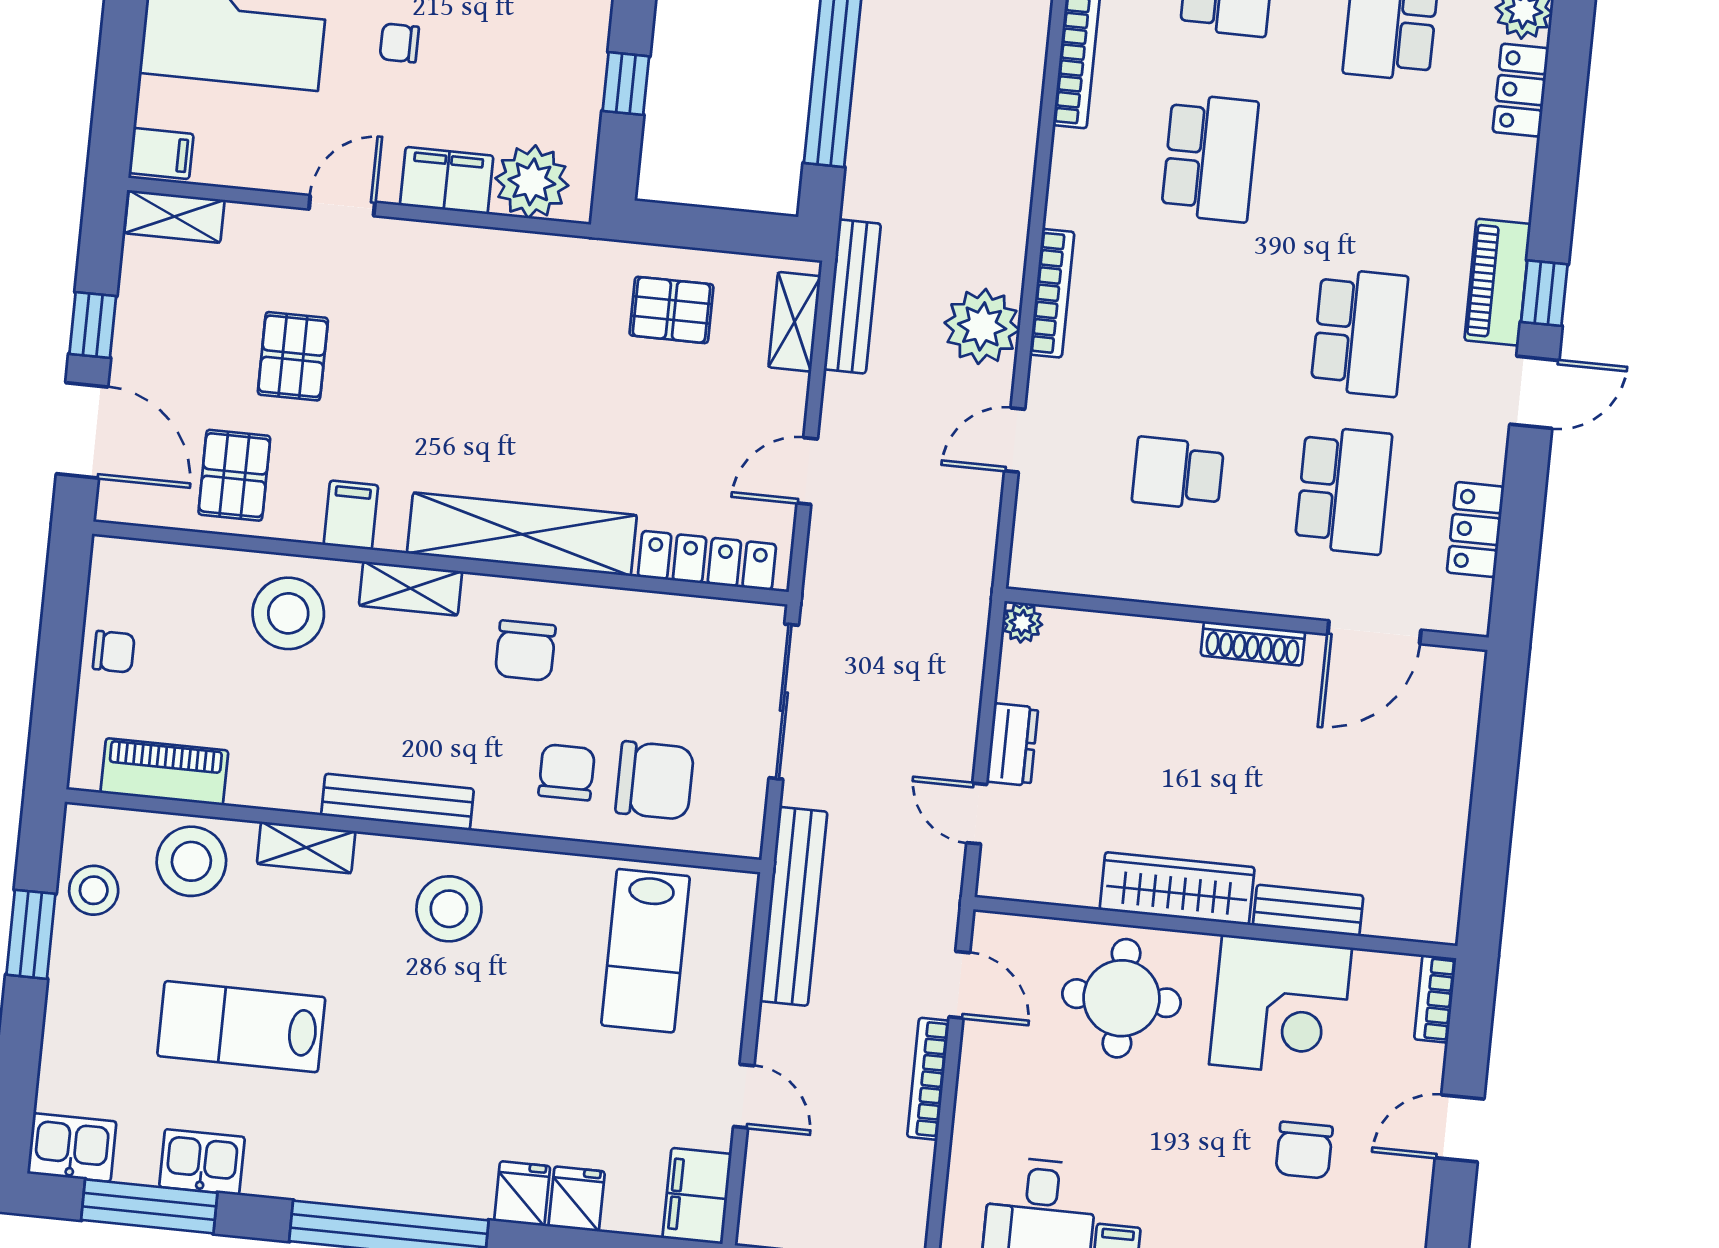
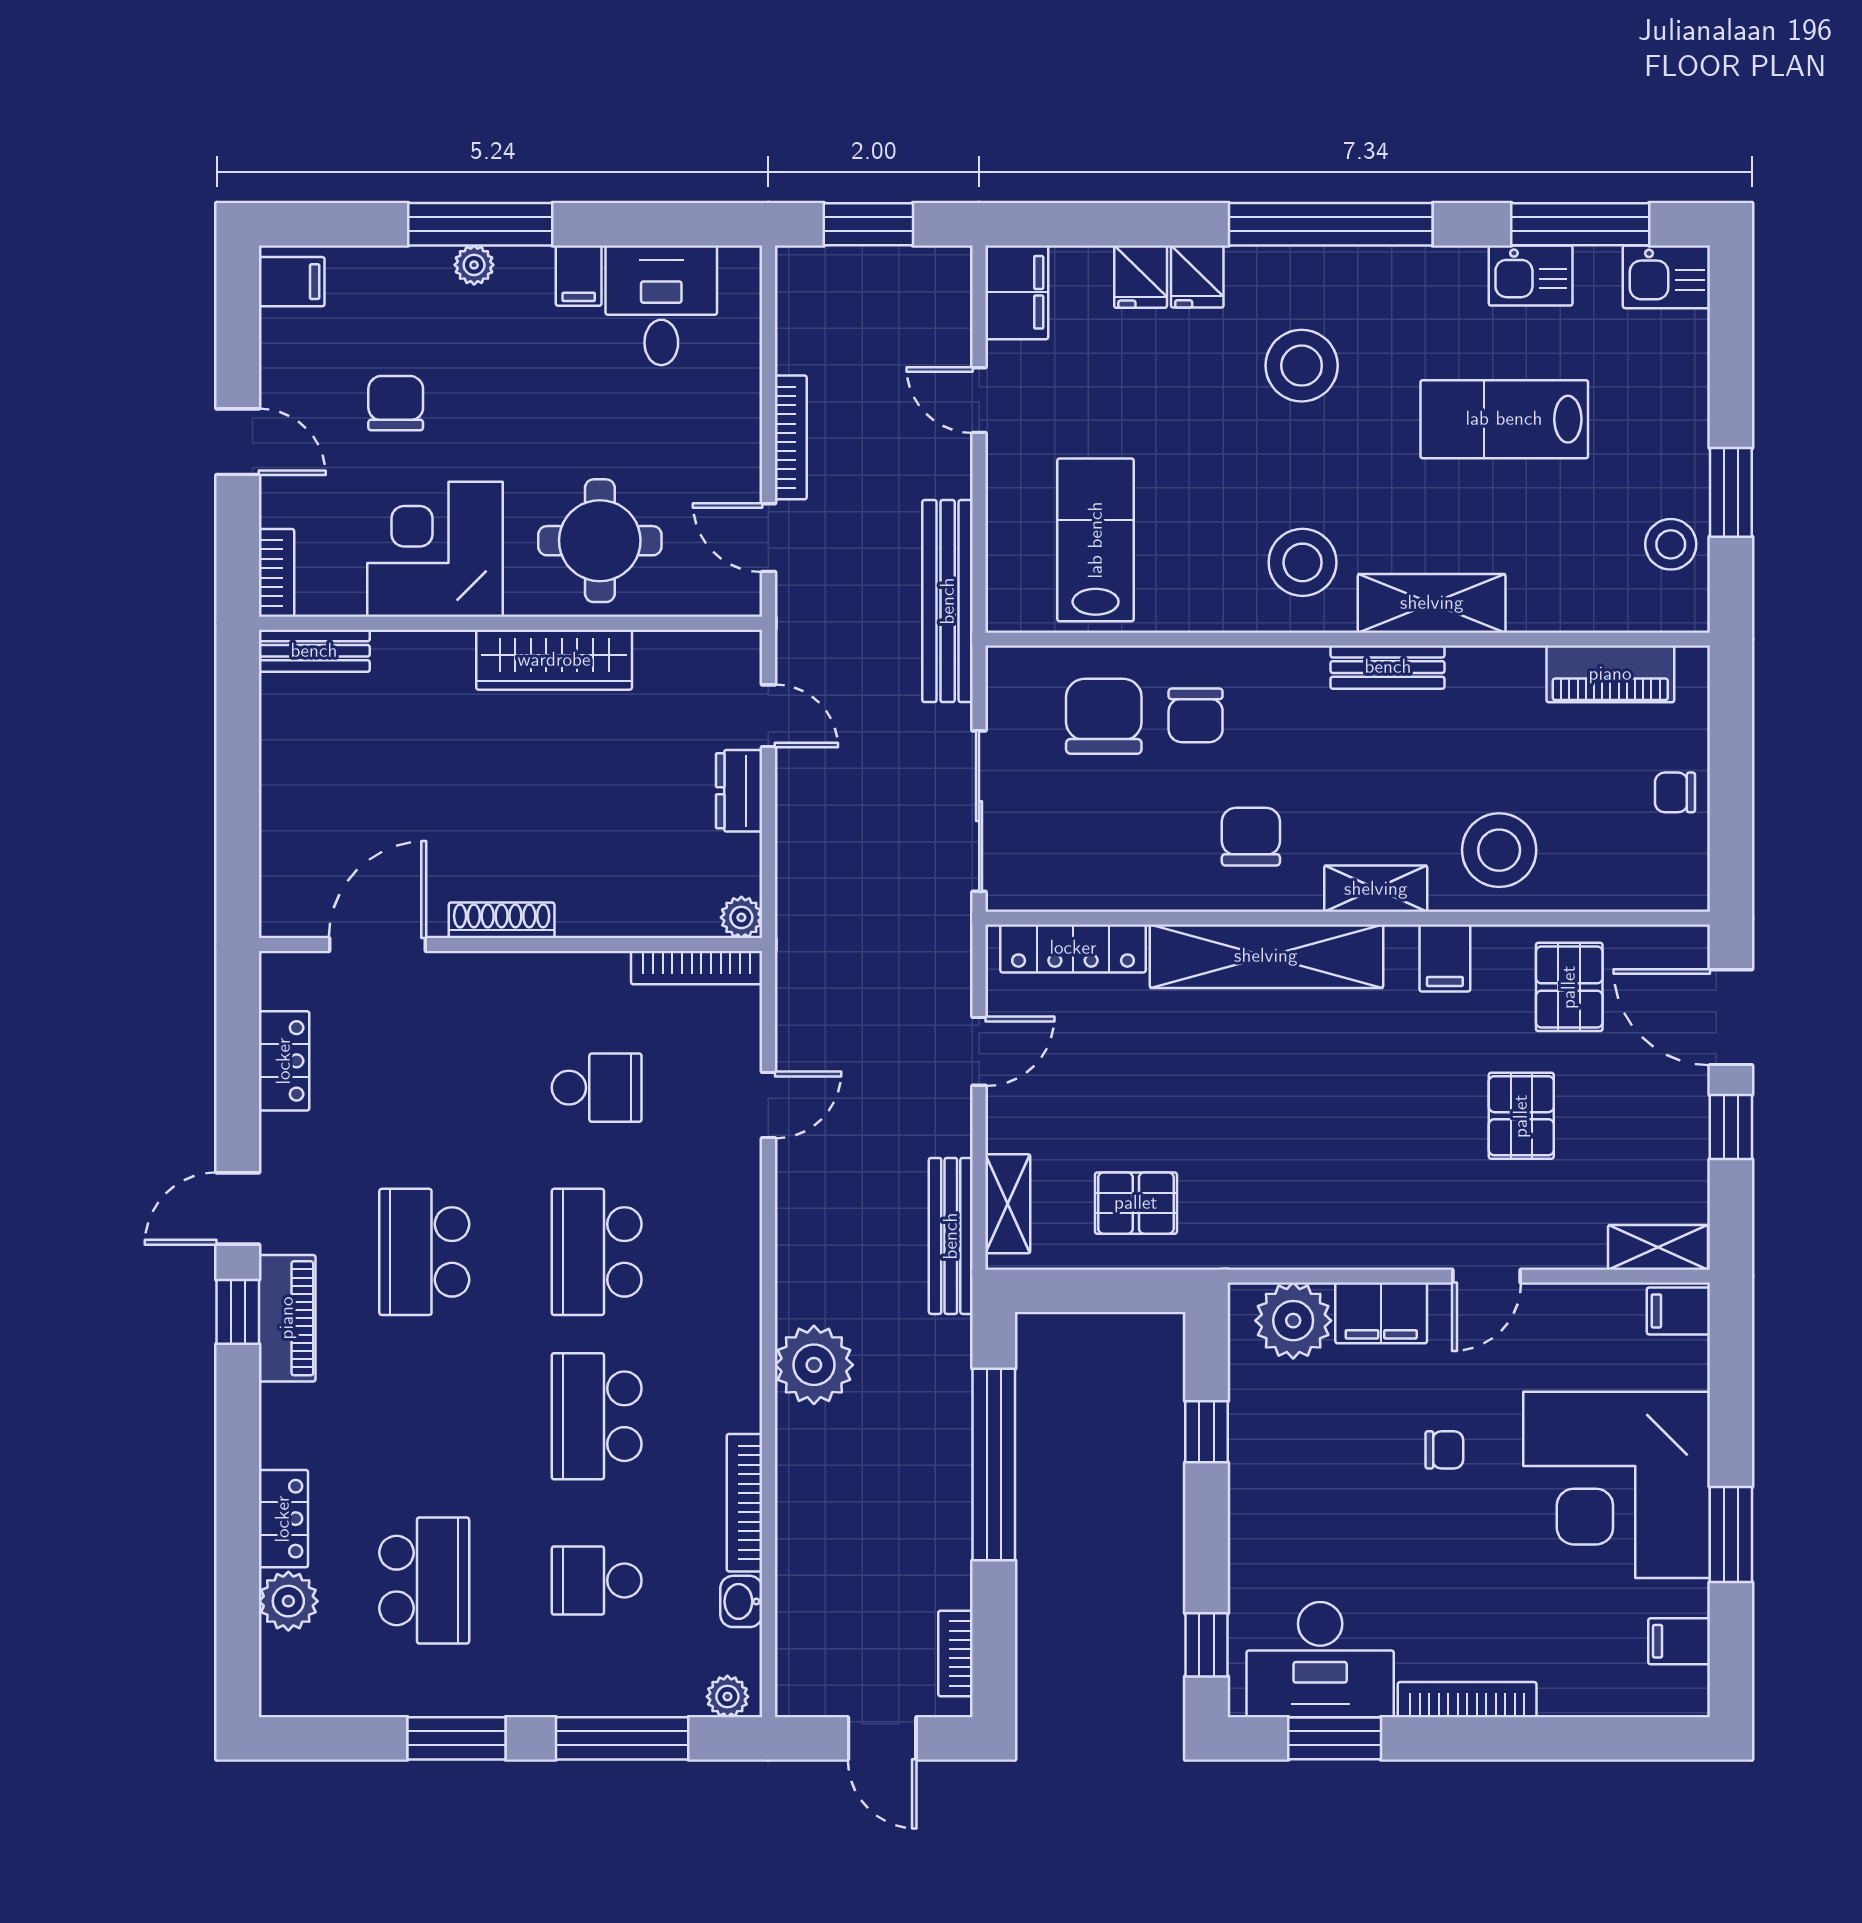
bookcase: (1052, 293) -> (697, 968), moved, turned -90
plant: (982, 326) -> (814, 1365), moved
school desk: (1343, 490) -> (597, 1252), moved
chair: (655, 780) -> (1104, 716), turned 90
bench: (397, 802) -> (1388, 667), width x0.73
shelving: (306, 848) -> (1432, 603), width x1.50, depth x1.33
stool: (191, 861) -> (1302, 366), moved
bench: (1308, 910) -> (314, 651), moved
lab bench: (241, 1027) -> (1504, 419), turned 180
door: (1460, 1128) -> (238, 442), hinge flipped

